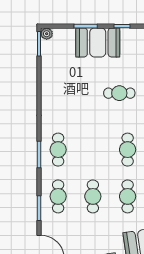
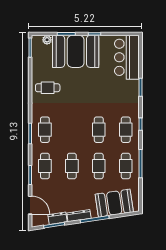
plant: (47, 34) -> (47, 40), moved
booth: (98, 42) -> (76, 51), width x1.36, depth x1.42
cafe table: (119, 93) -> (48, 88), moved

